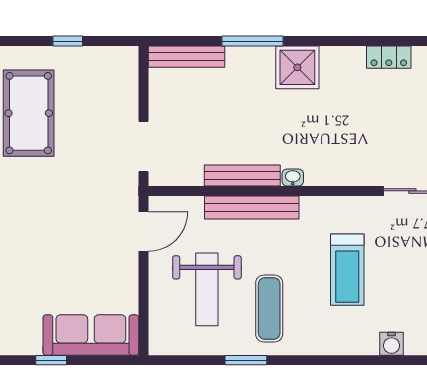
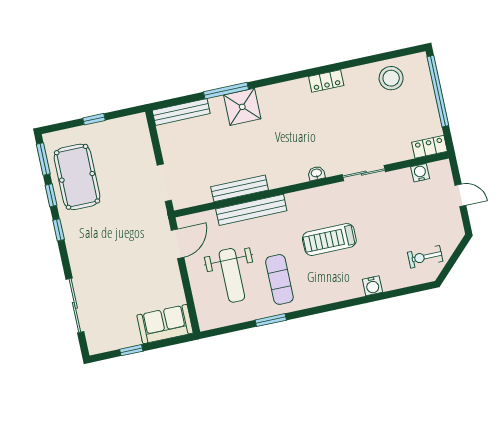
shower: (297, 67) -> (242, 107), moved
washbasin: (293, 177) -> (316, 173), moved
treadmill: (347, 270) -> (329, 240), turned 90
sofa: (91, 335) -> (165, 324), width x0.73

